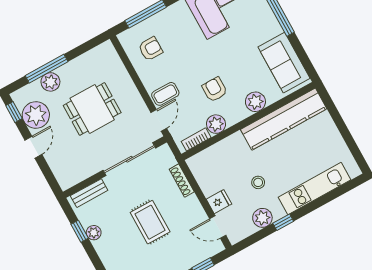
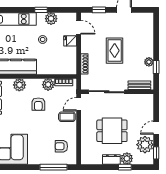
window: (47, 69) -> (125, 167), width x0.46
dresser: (71, 69) -> (111, 159), added

